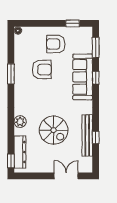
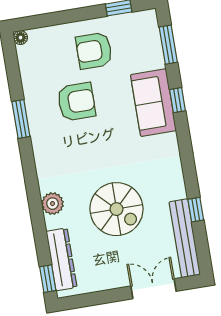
sofa: (83, 77) -> (153, 103), width x0.73
bench: (87, 135) -> (185, 238), moved

